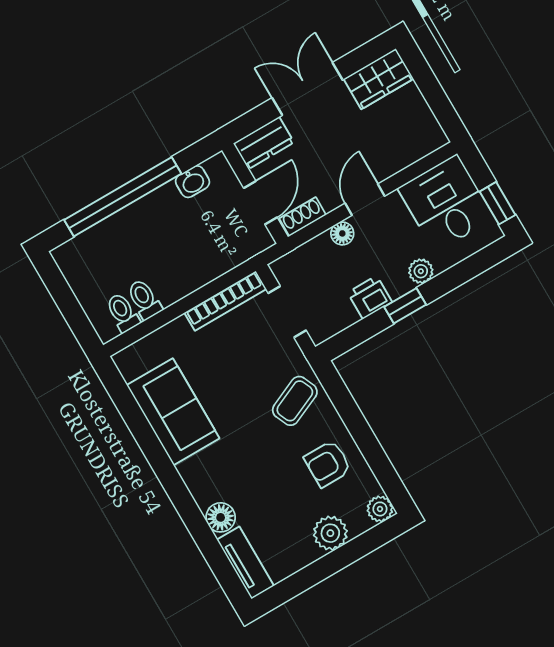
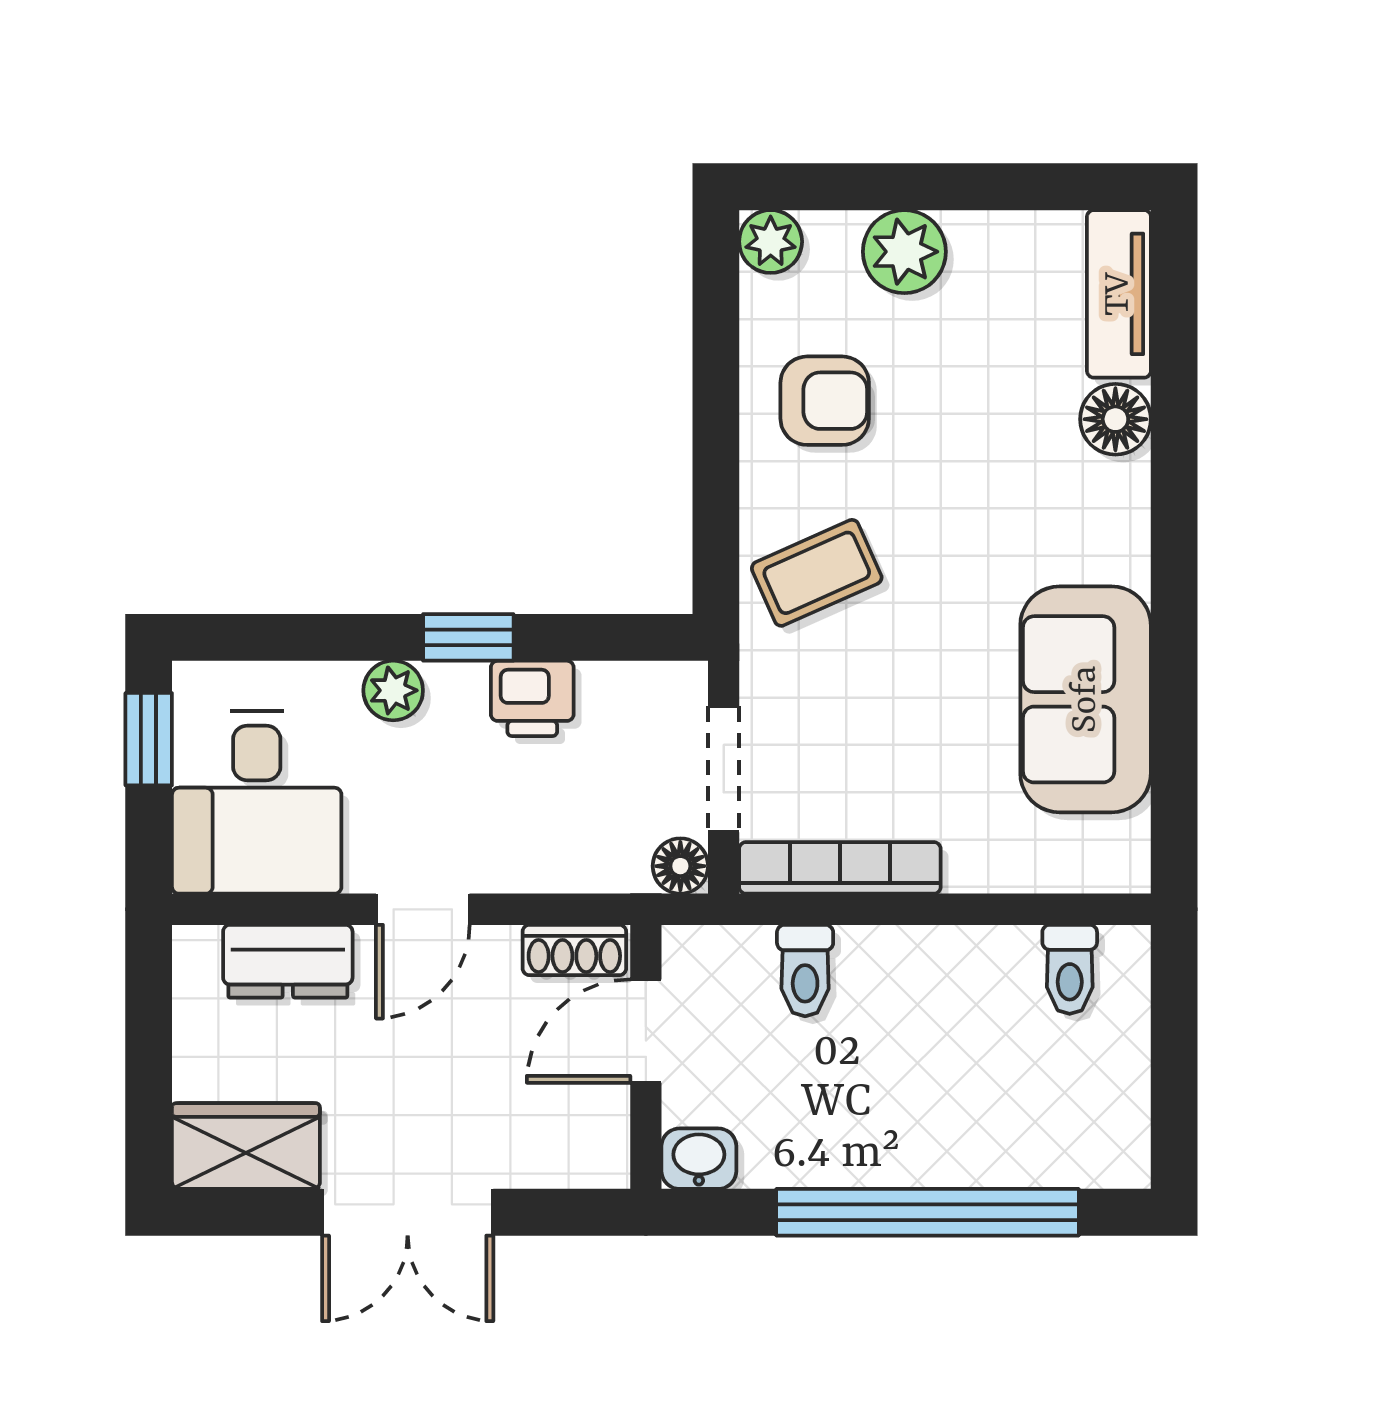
dresser: (264, 143) -> (288, 961), moved, turned 180
washbasin: (192, 182) -> (699, 1159), moved
floor lamp: (342, 233) -> (680, 866), moved
toilet: (144, 299) -> (805, 971), moved

